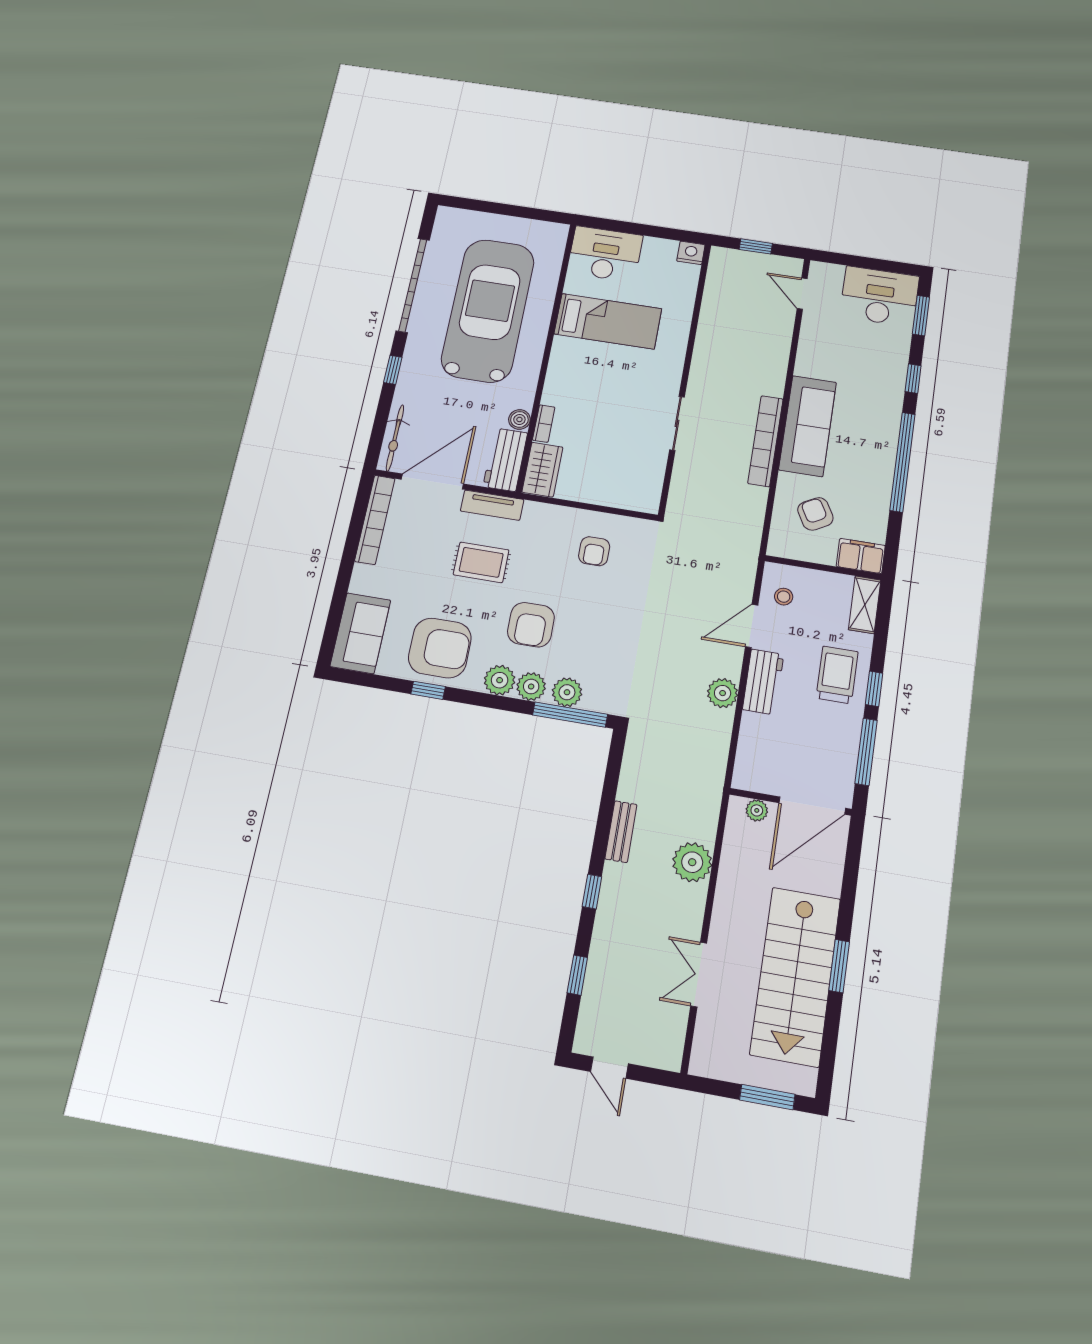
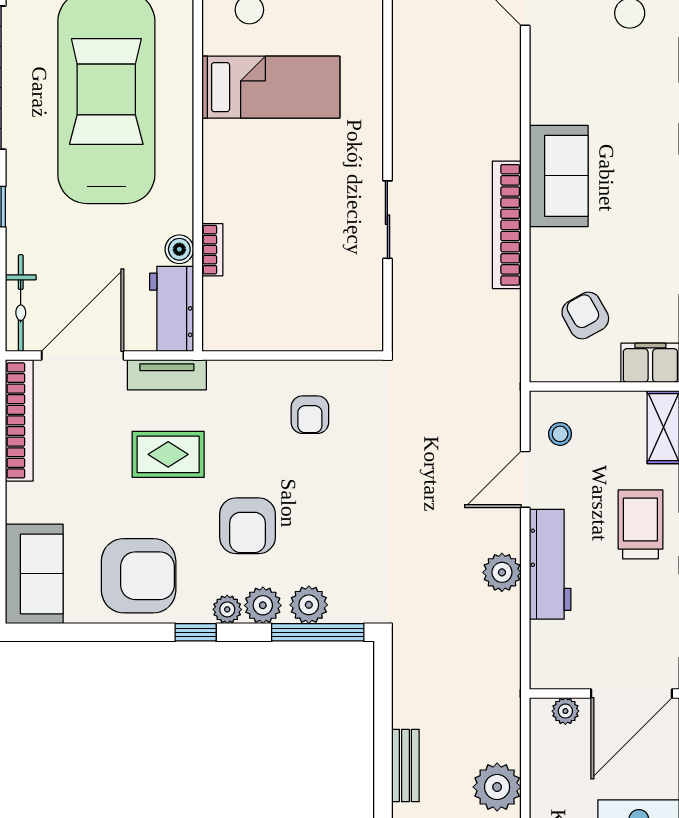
sofa: (808, 426) -> (559, 176), width x0.73
wardrobe: (542, 470) -> (223, 315), removed
plant: (500, 680) -> (227, 609), width x0.73, depth x0.73
workbench: (763, 682) -> (550, 564), width x1.38
window: (428, 690) -> (196, 632), moved

